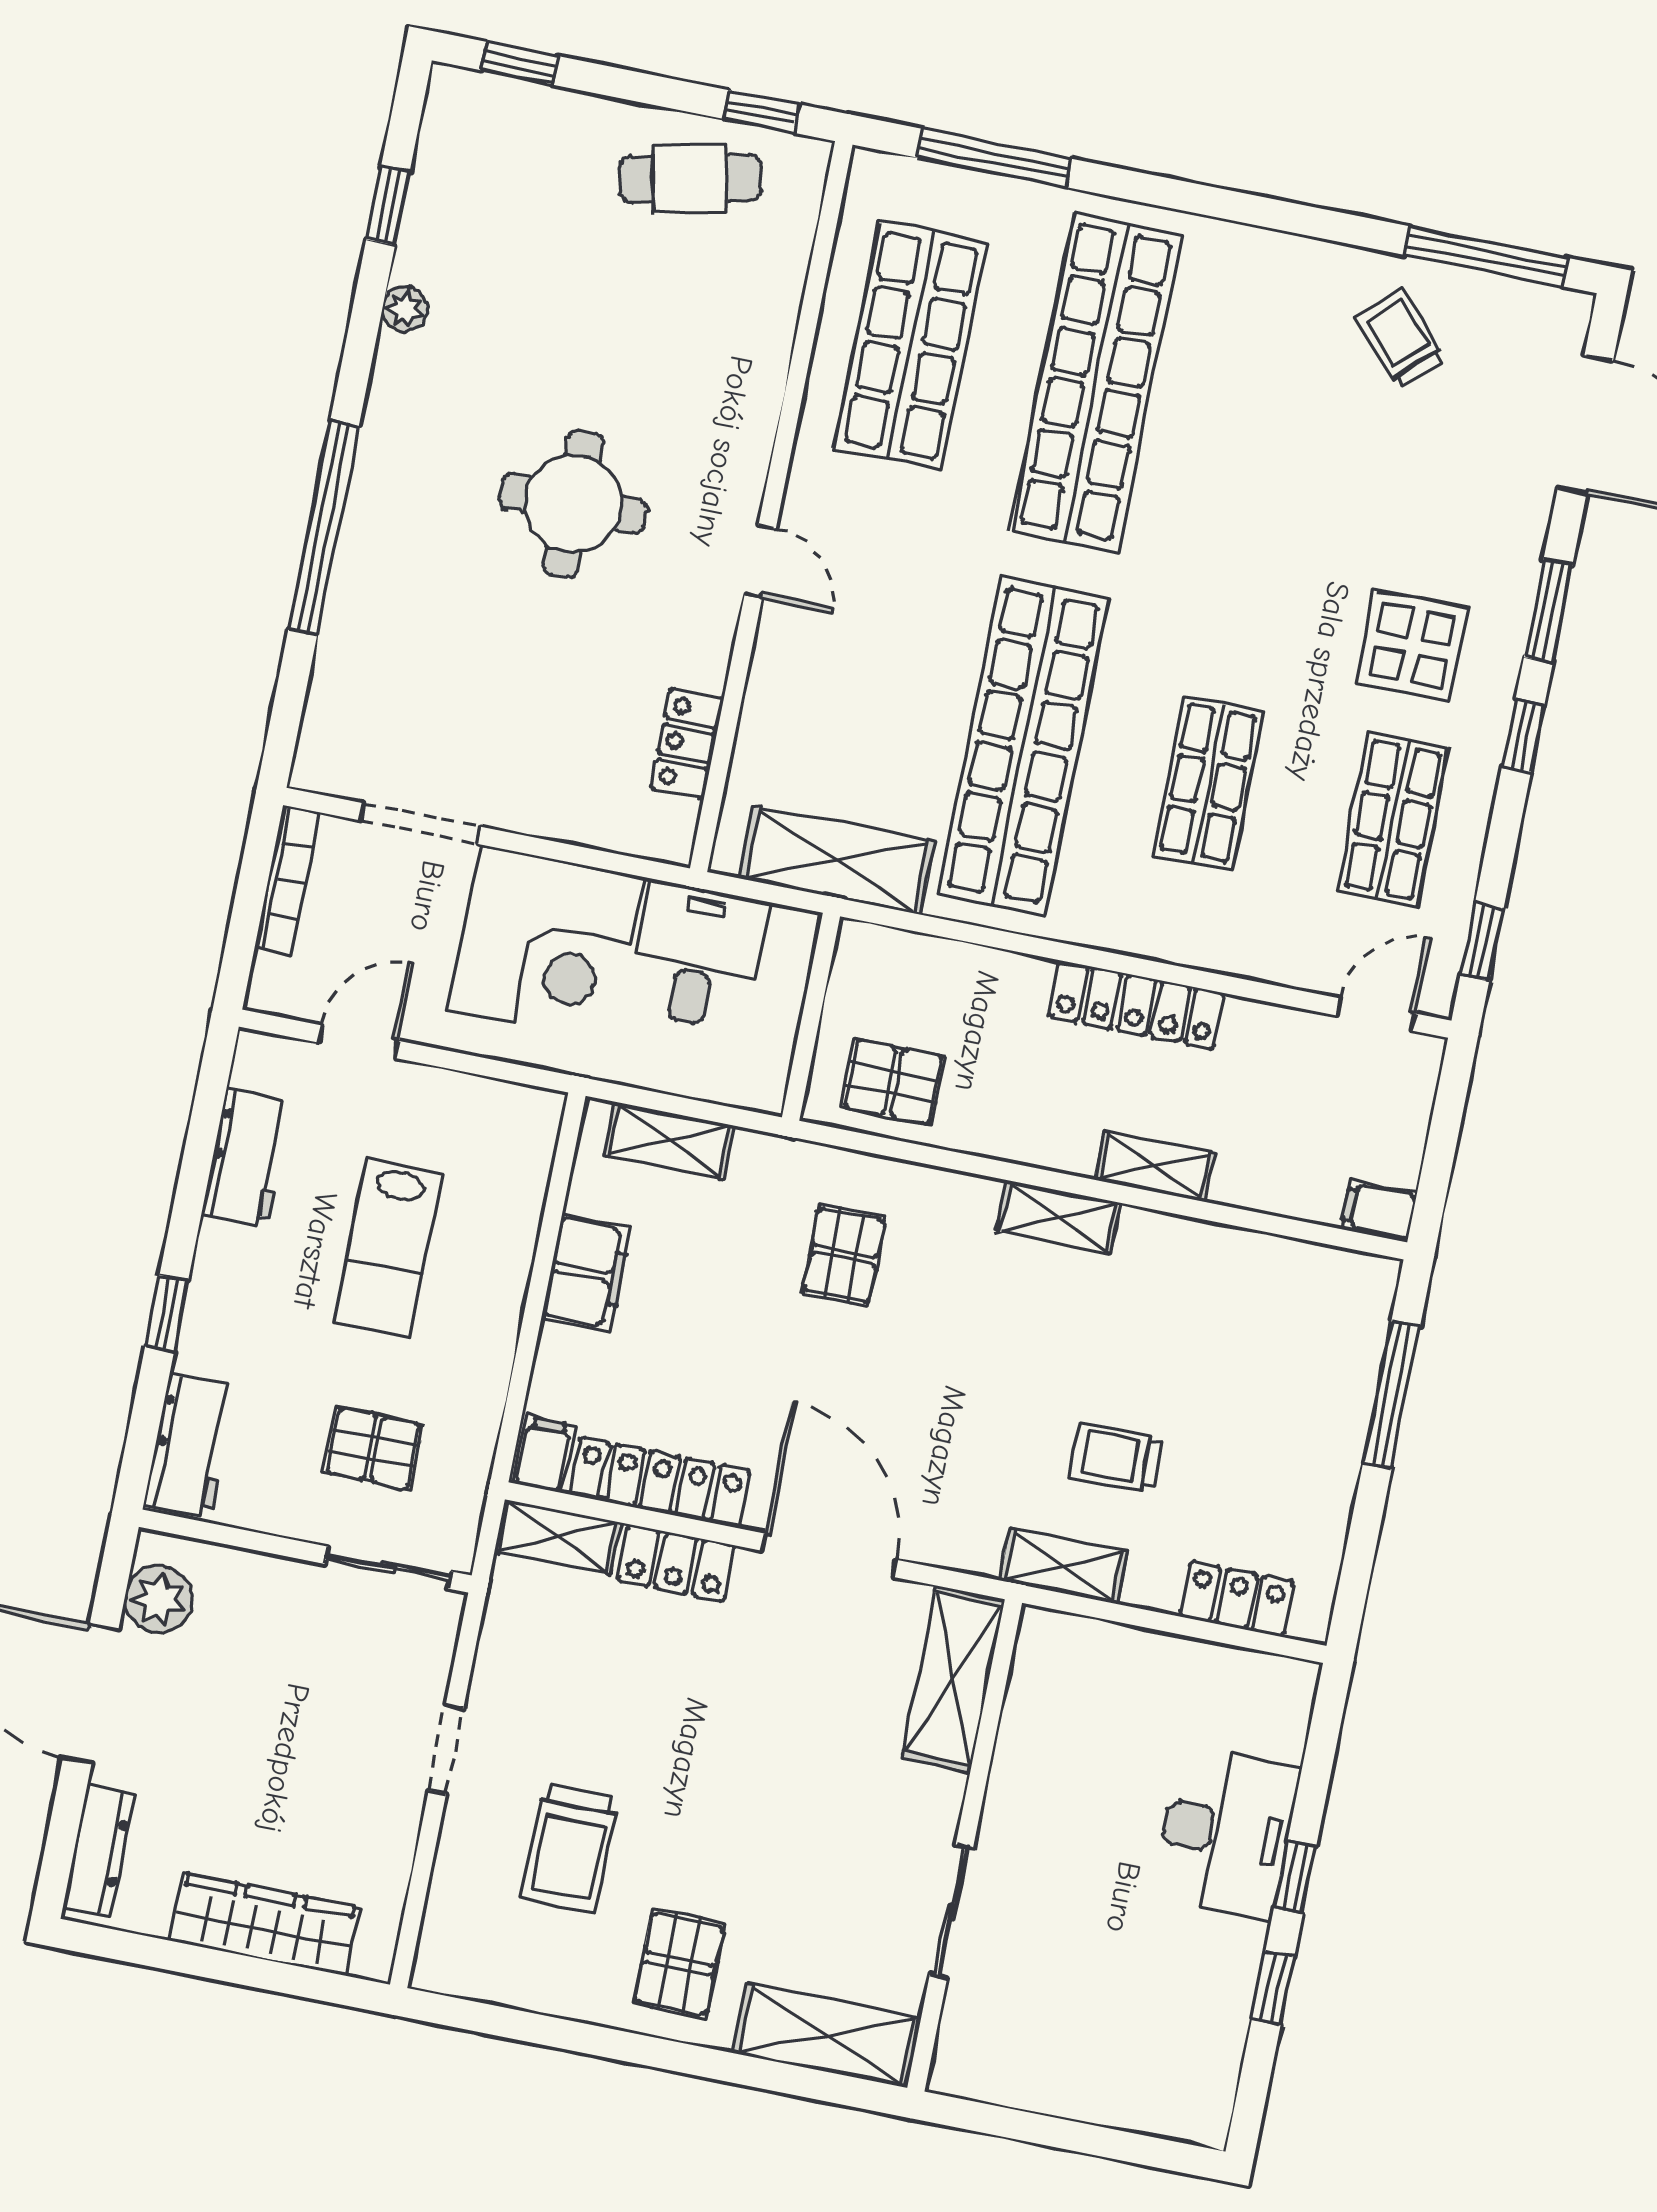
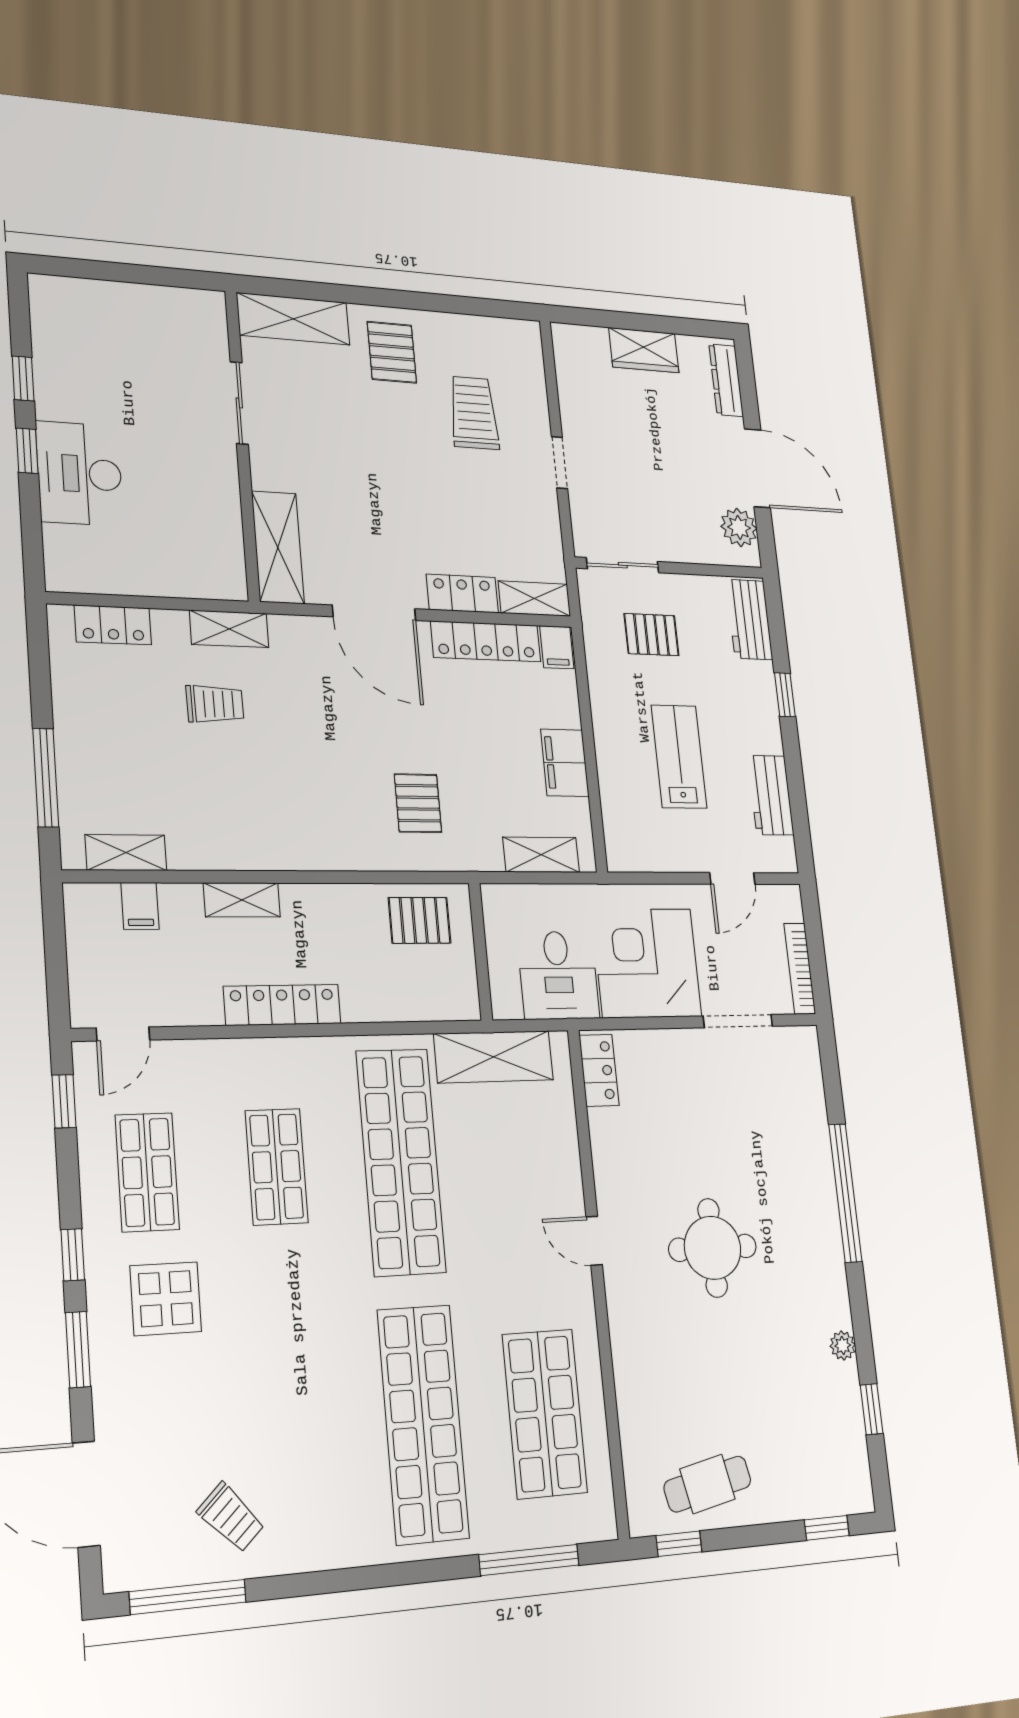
locker: (687, 743) -> (599, 1070), moved
filing cabinet: (1379, 1211) -> (140, 906), moved, turned 90
shelving: (1059, 1217) -> (126, 853), moved
wardrobe: (265, 1924) -> (644, 350), width x0.67

